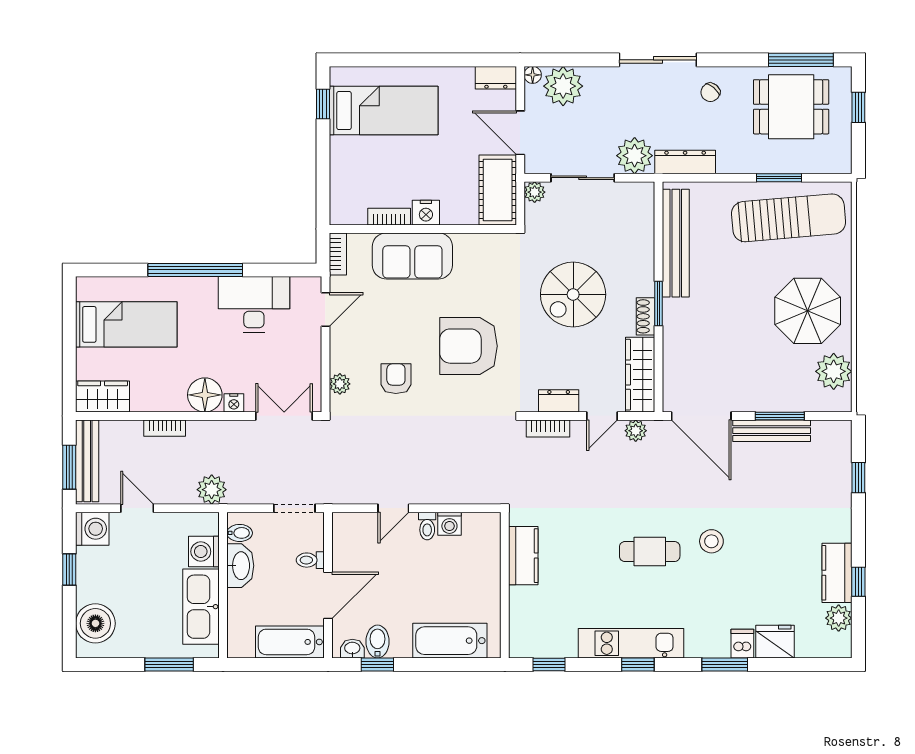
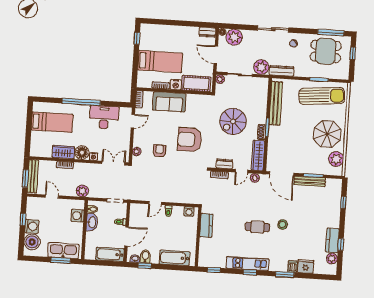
bed: (384, 111) -> (160, 62), moved
cot: (498, 190) -> (196, 83), moved, turned 90
wardrobe: (103, 397) -> (63, 152), moved
washing machine: (449, 524) -> (189, 211), moved
washing machine: (92, 529) -> (32, 226), moved
kitchen sink: (201, 607) -> (63, 251), moved, turned 90

